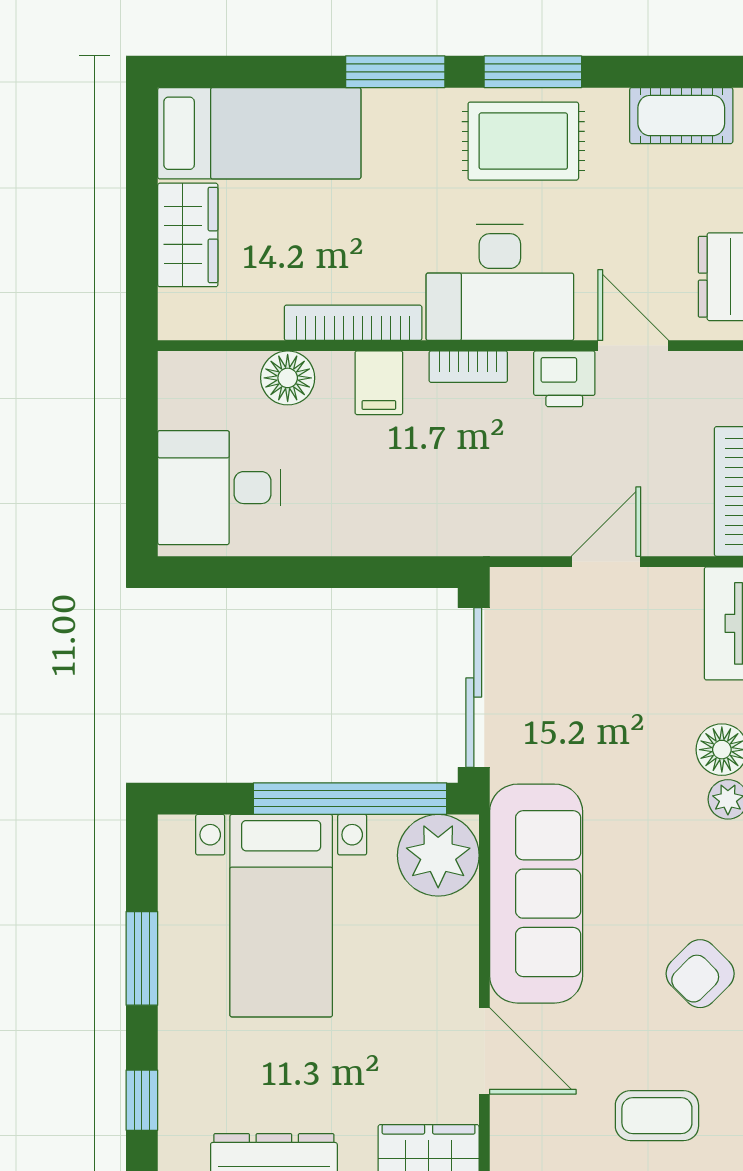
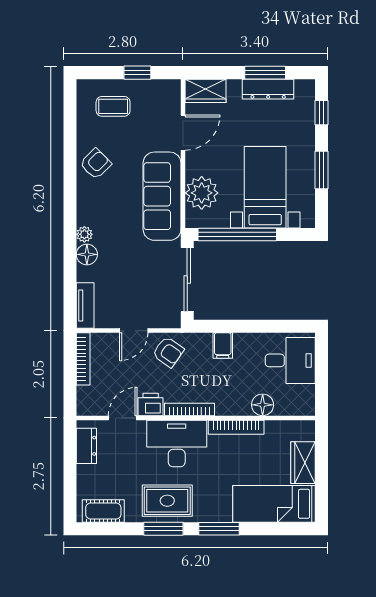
door: (633, 346) -> (123, 418), swing flipped
bookcase: (468, 367) -> (189, 409), width x1.56
filing cabinet: (379, 383) -> (223, 346), moved, turned 180
armchair: (521, 509) -> (168, 352), added
plant: (438, 855) -> (202, 193), moved
door: (484, 1051) -> (183, 133), swing flipped

